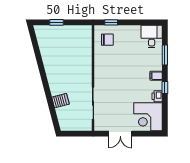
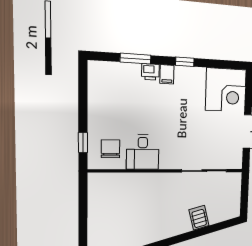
window: (57, 22) -> (83, 227), removed
desk: (152, 36) -> (143, 152), moved, turned -90
printer: (157, 96) -> (150, 72), moved

